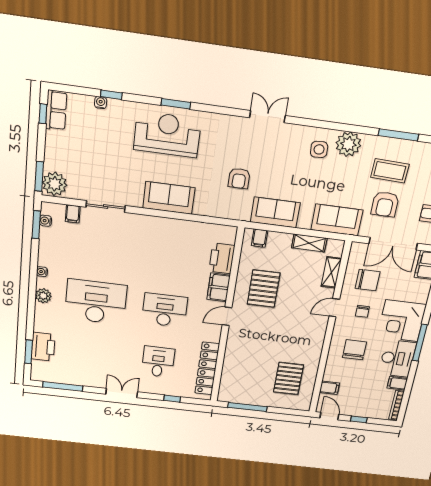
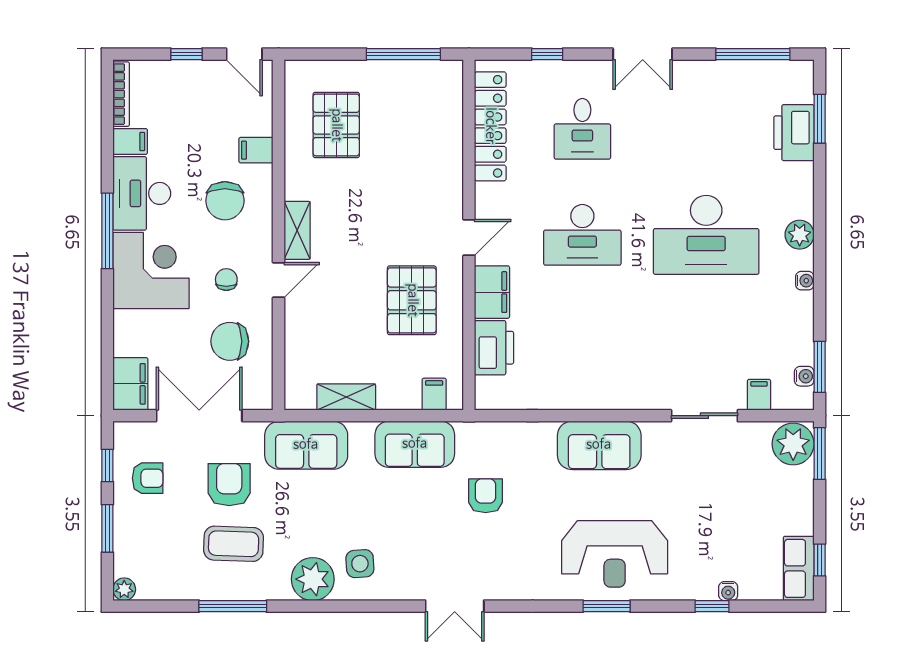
shelving: (331, 272) -> (297, 230), moved
filing cabinet: (329, 388) -> (256, 150), moved

